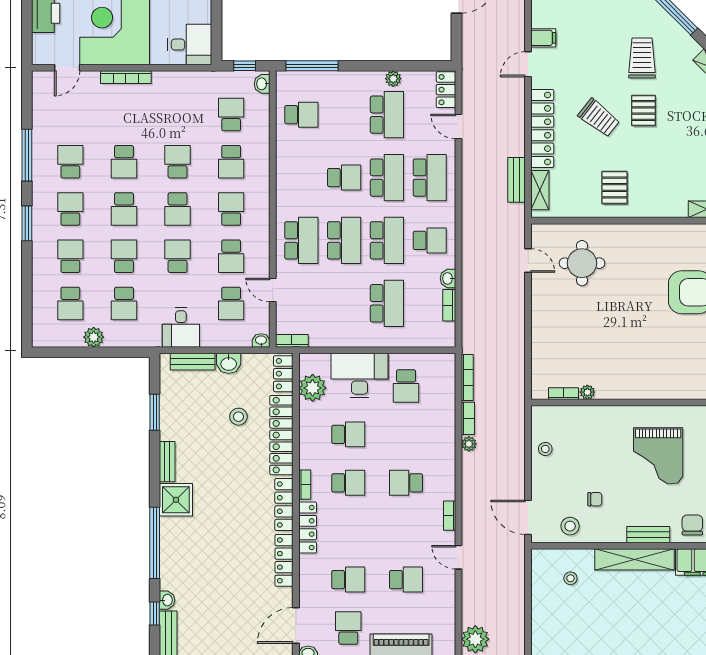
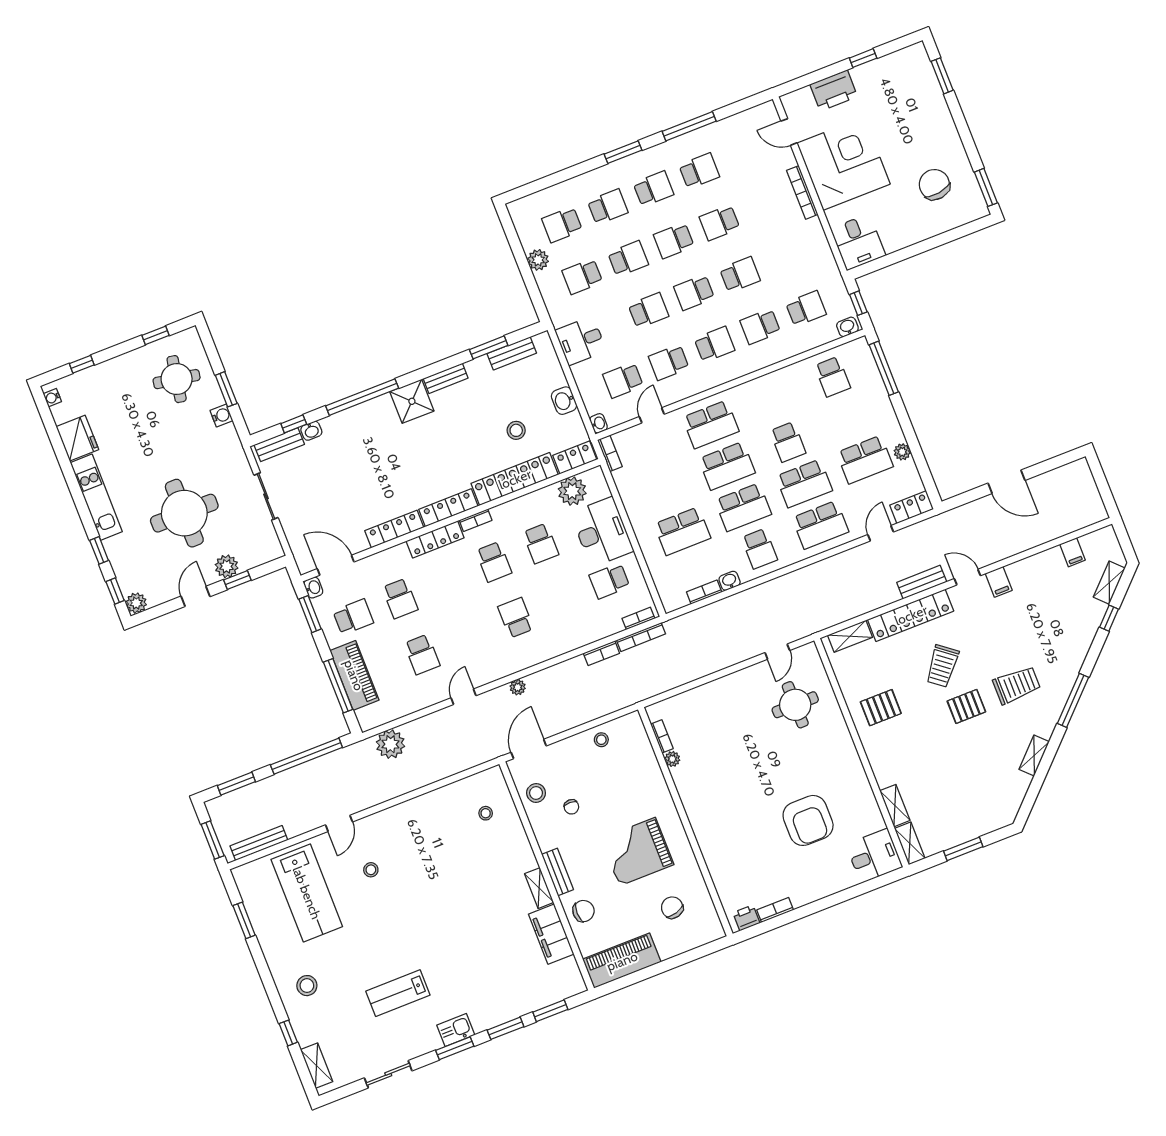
bench: (517, 180) -> (922, 582), moved
bench: (193, 362) -> (512, 353), moved, turned 90
plant: (469, 444) -> (518, 687), moved
bookcase: (450, 516) -> (638, 618), moved
shelving: (635, 559) -> (539, 888), width x0.45, depth x0.75

